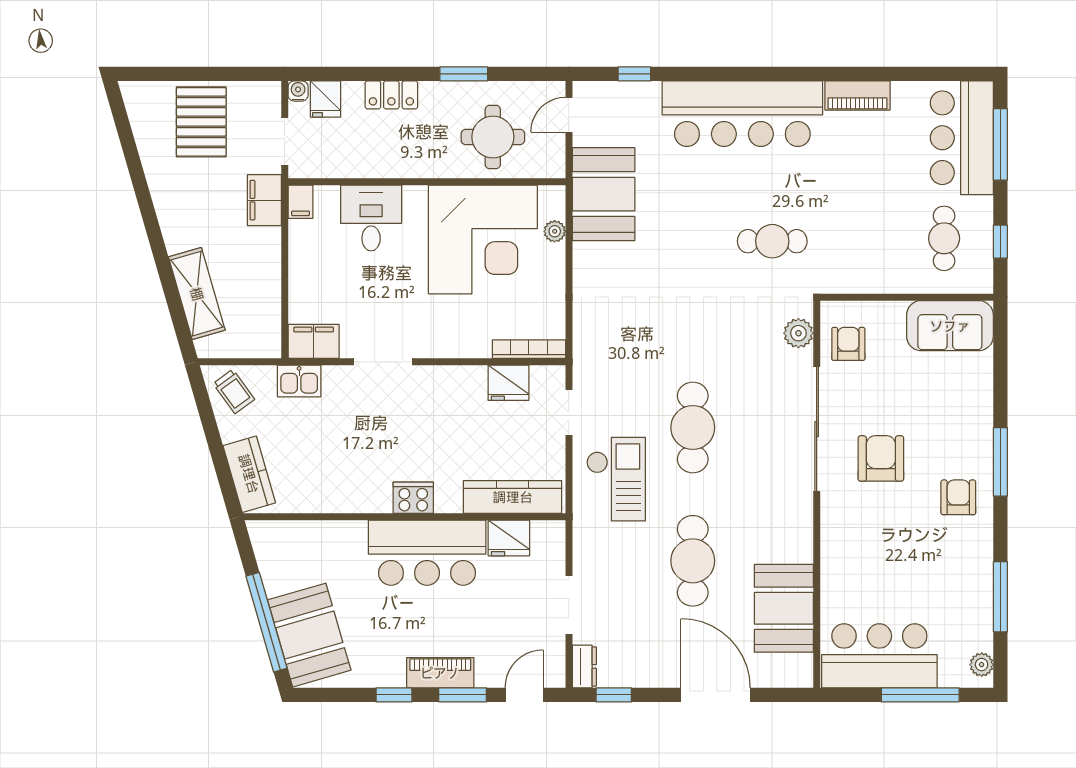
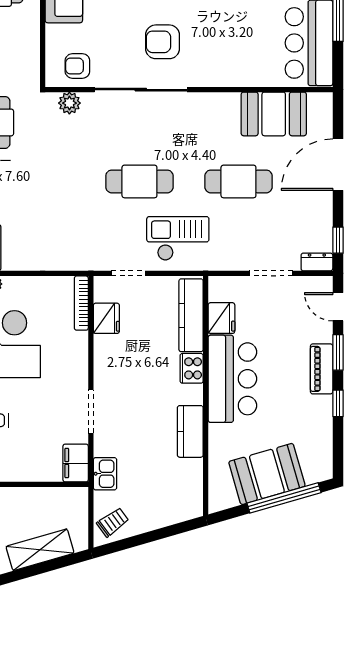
kitchen counter: (249, 474) -> (190, 431), moved, turned -74
cooker: (413, 498) -> (192, 368), moved
booth: (309, 635) -> (267, 474), moved

